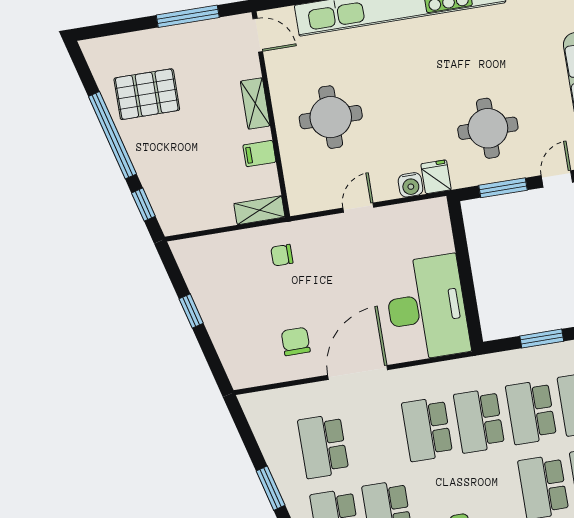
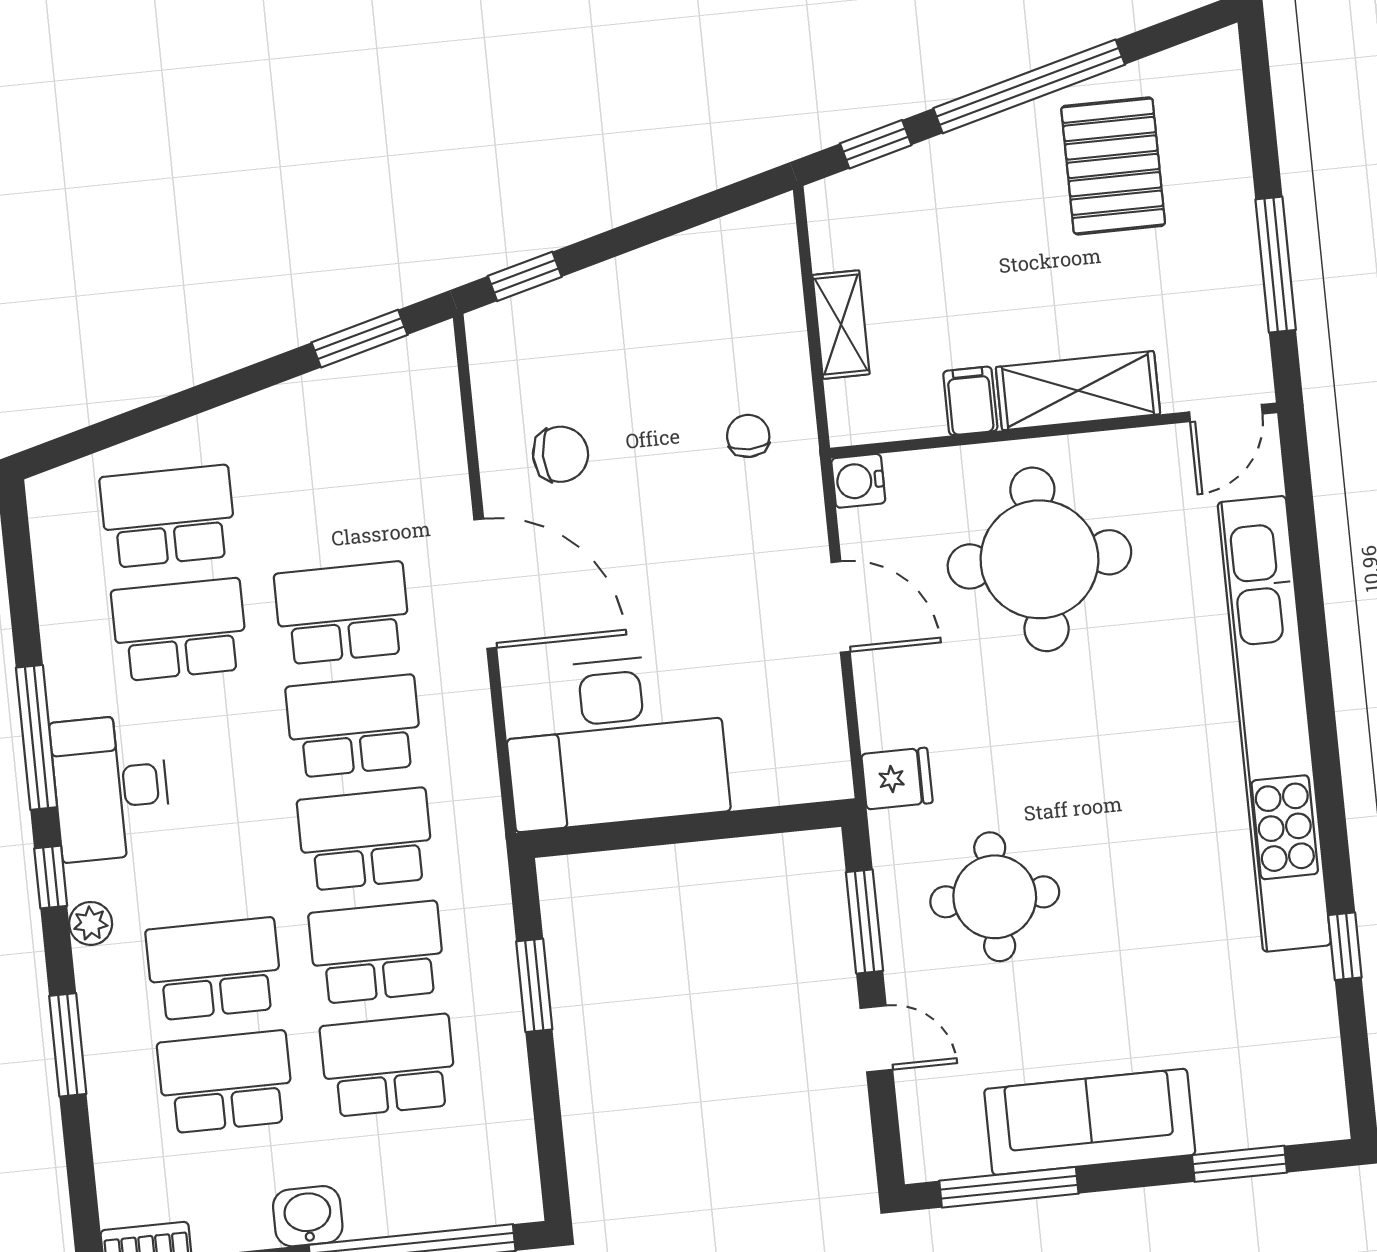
shelving: (255, 103) -> (1078, 391), width x1.50, depth x1.33
round table: (331, 117) -> (1039, 559), width x1.36, depth x1.36
water cooler: (411, 185) -> (858, 481), moved
door: (358, 208) -> (841, 607), width x1.38
shelving: (259, 210) -> (841, 325), moved
window: (191, 311) -> (525, 276), moved
school desk: (323, 446) -> (342, 613), moved
window: (271, 488) -> (360, 339), moved

